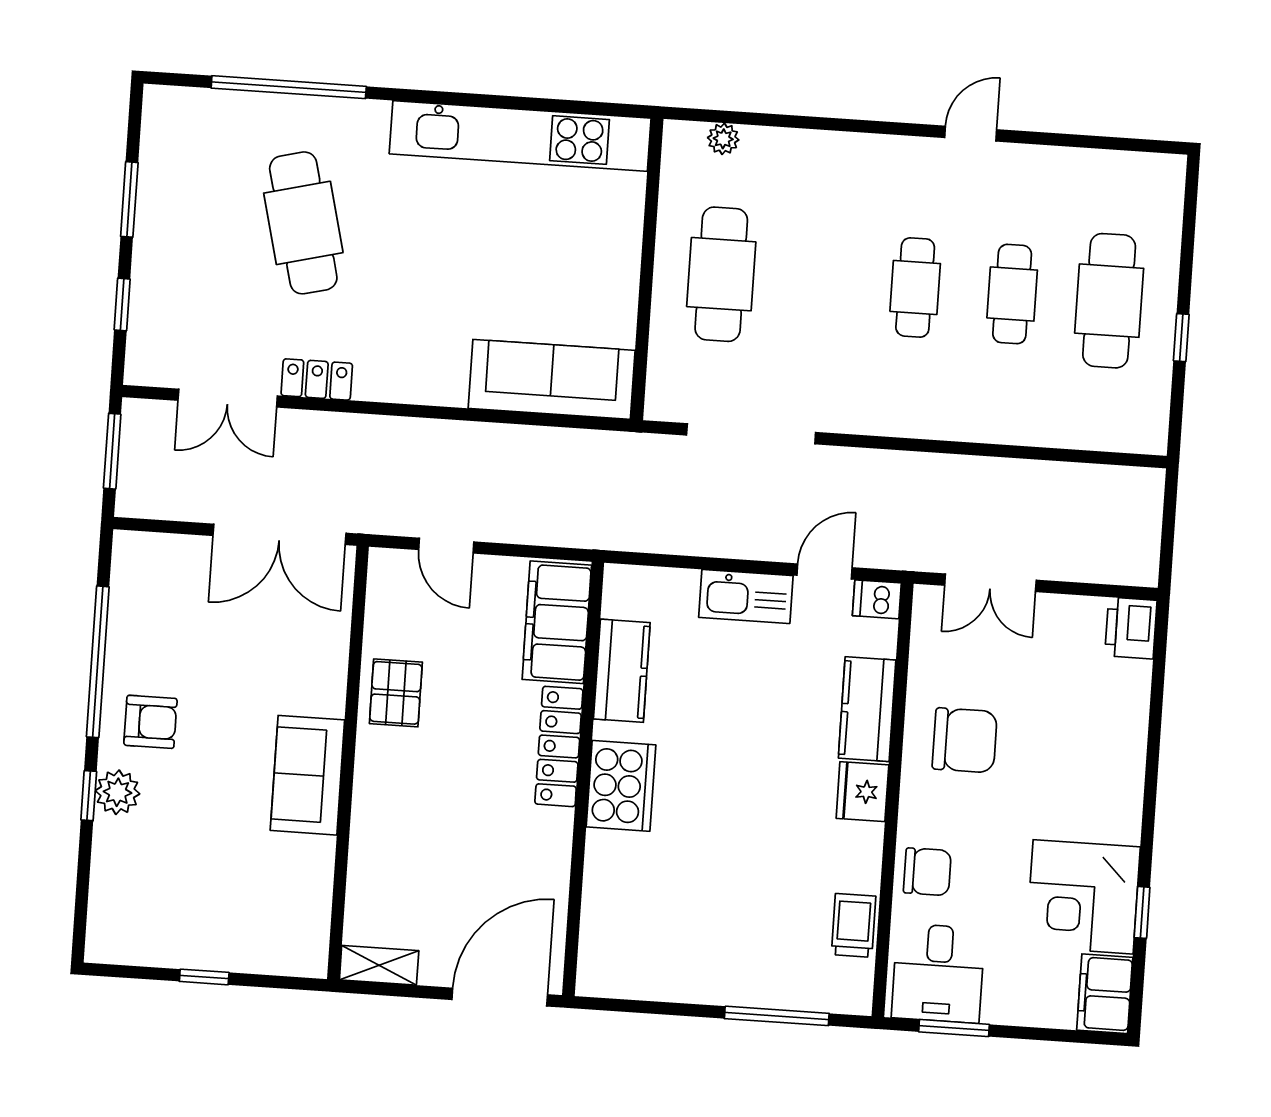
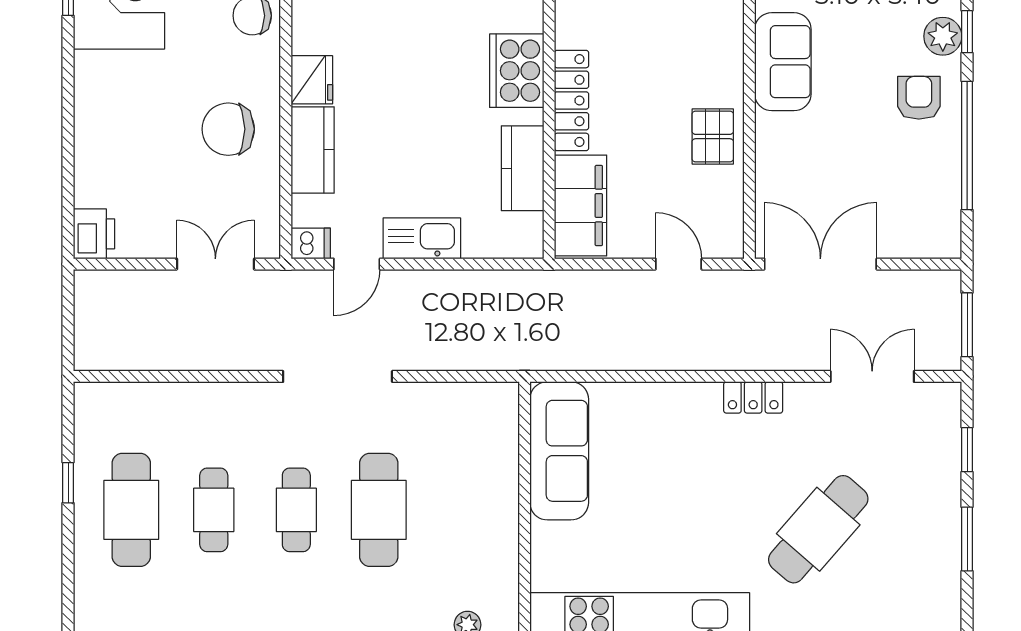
cafe table: (303, 223) -> (818, 529), turned 55
cafe table: (721, 274) -> (379, 510), moved
locker: (317, 379) -> (753, 397), moved
sofa: (552, 379) -> (559, 451), moved, turned -90
doorway: (751, 434) -> (338, 376), moved
armchair: (150, 722) -> (919, 98), turned 90

